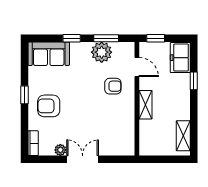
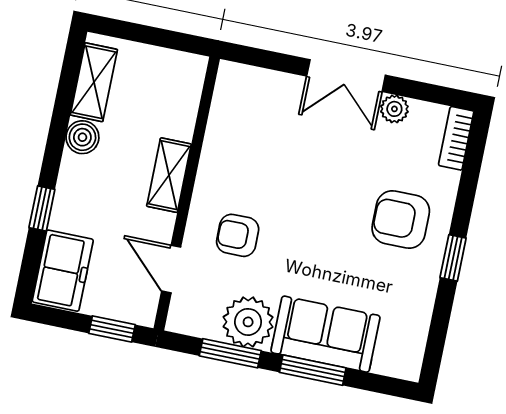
window: (72, 38) -> (313, 370), width x1.50
sofa: (49, 54) -> (326, 334), moved
armchair: (49, 106) -> (401, 220), turned 180
boiler: (183, 113) -> (82, 137), added

